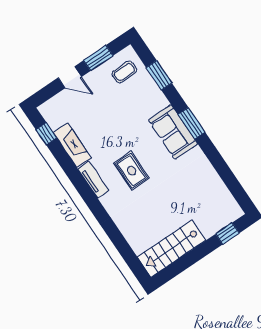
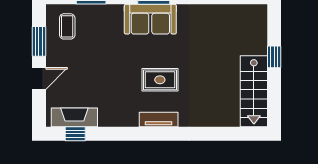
fireplace: (72, 145) -> (74, 117), moved
tv unit: (93, 180) -> (159, 120), moved
window: (227, 233) -> (274, 57), moved

